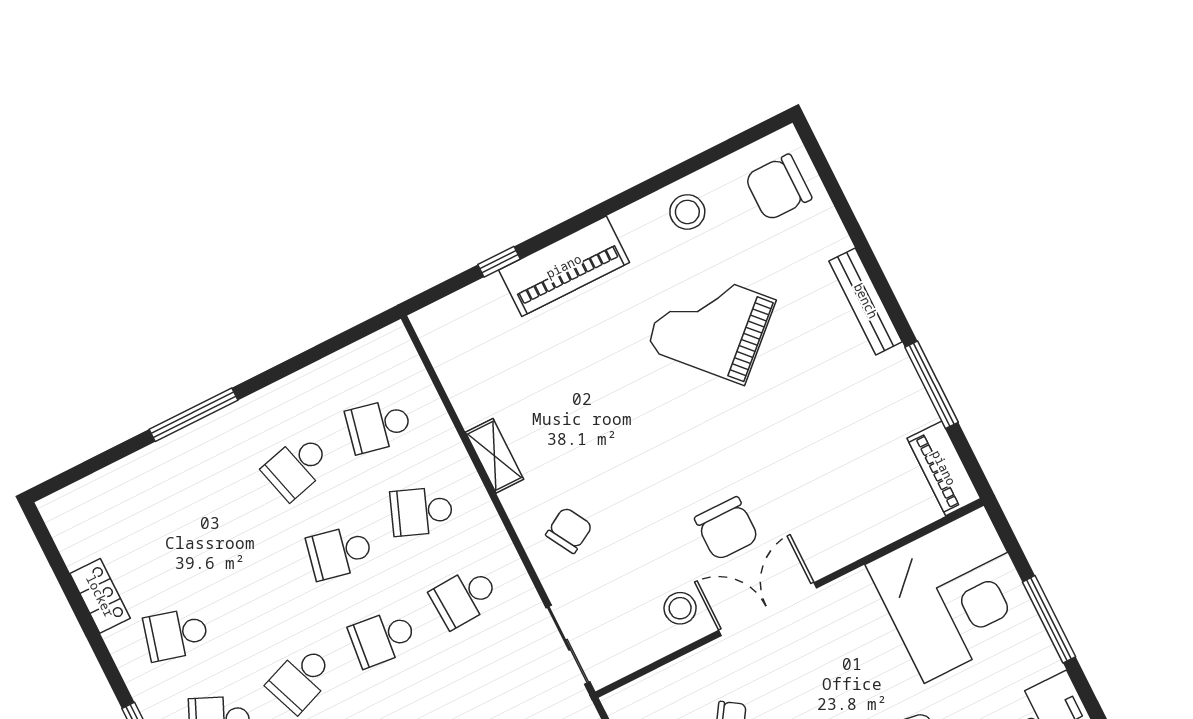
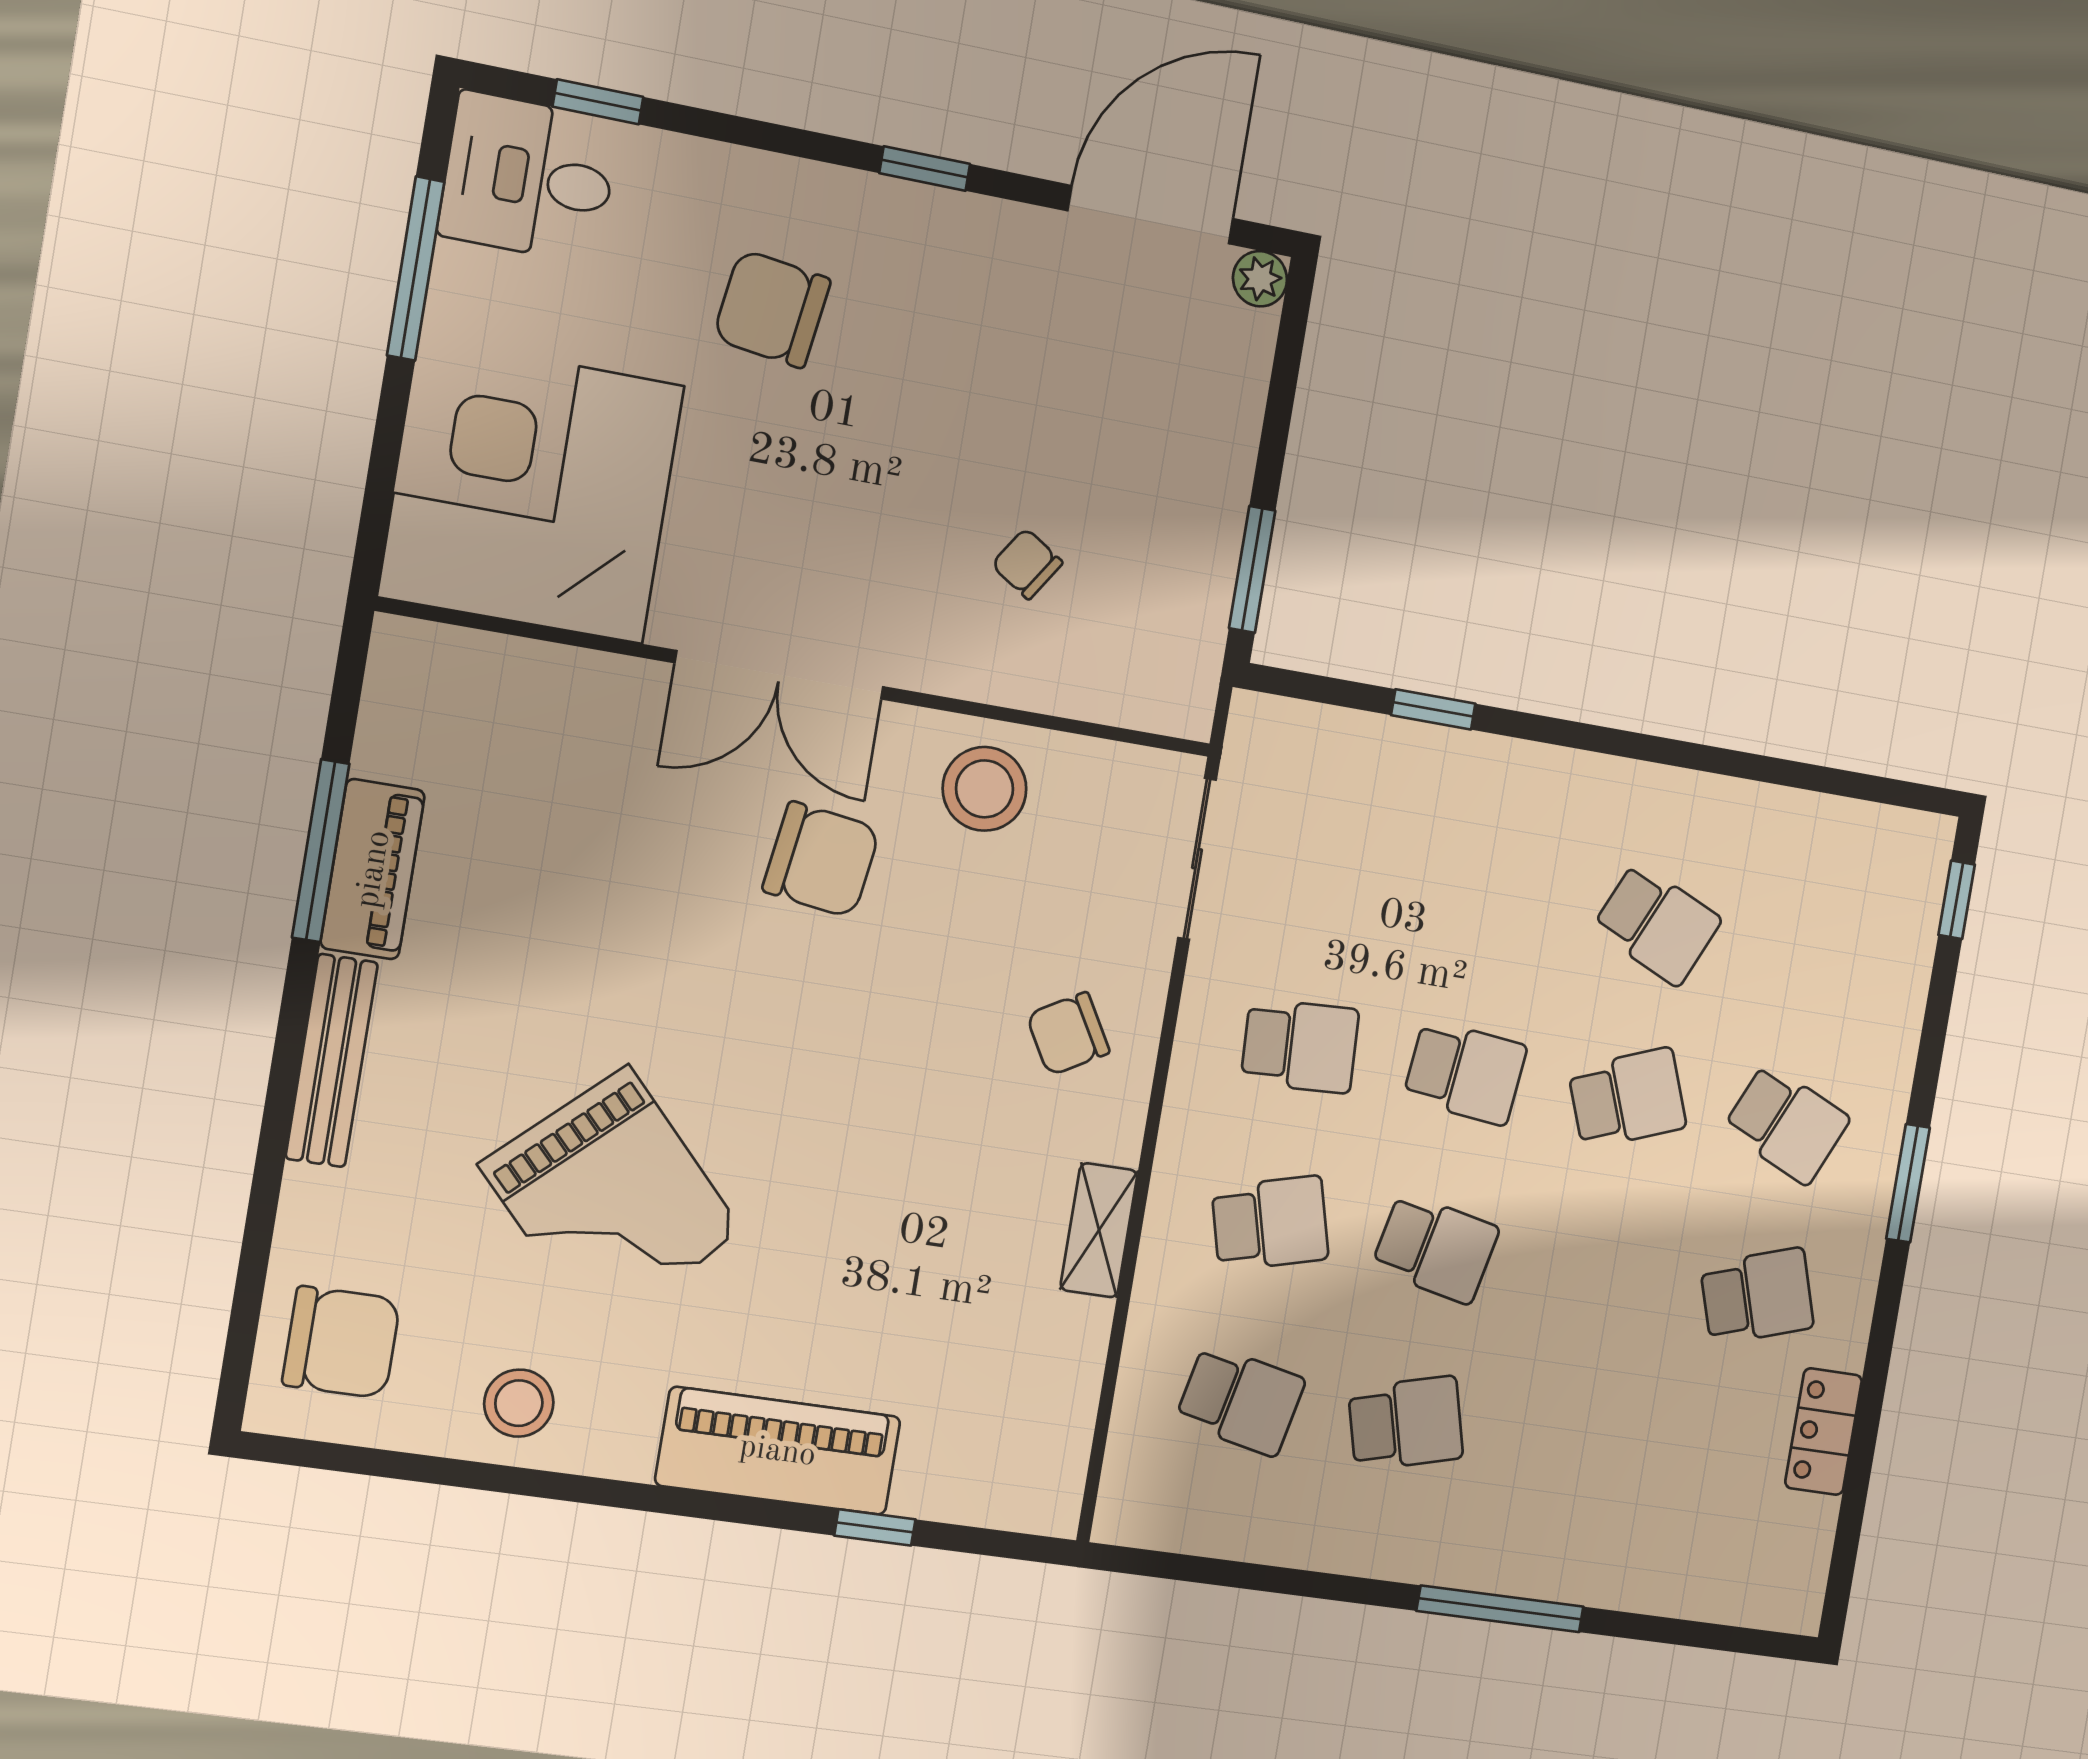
piano: (944, 468) -> (373, 869), moved
school desk: (422, 511) -> (1270, 1223), turned -36
chair: (727, 529) -> (821, 860), turned 98
stool: (680, 608) -> (985, 789), width x1.38, depth x1.38
double door: (768, 609) -> (779, 675), moved
window: (1049, 619) -> (416, 269), moved
school desk: (176, 634) -> (1757, 1296), turned -33

